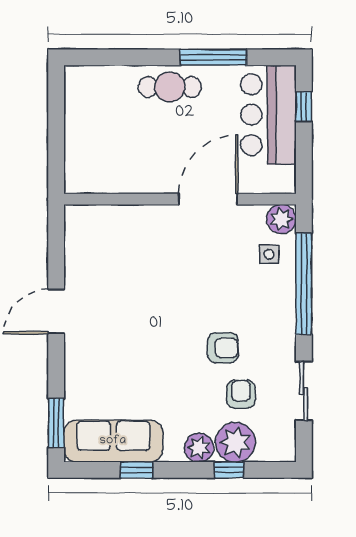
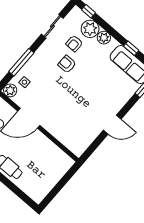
window: (304, 284) -> (21, 62), width x0.68
window: (229, 470) -> (89, 11), moved

